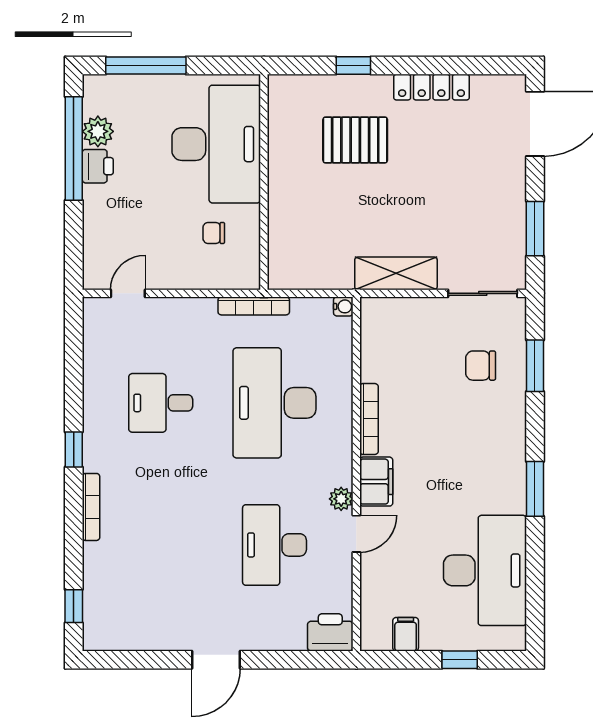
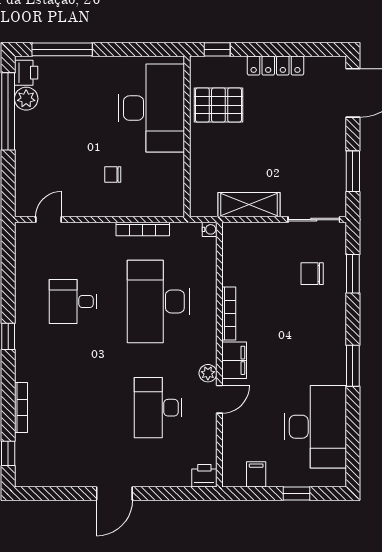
desk: (216, 144) -> (151, 108), moved
printer: (98, 166) -> (26, 73), moved
wall: (264, 182) -> (187, 136), moved
bookcase: (91, 507) -> (21, 407), moved
printer: (330, 632) -> (204, 476), width x0.73, depth x0.81

